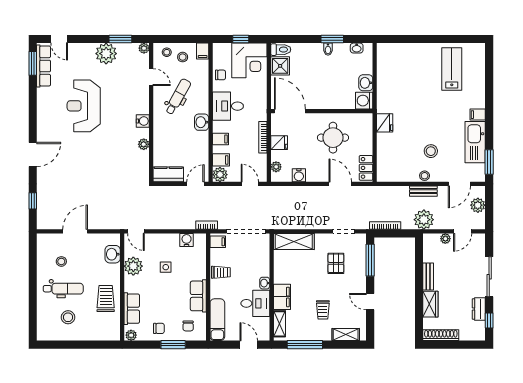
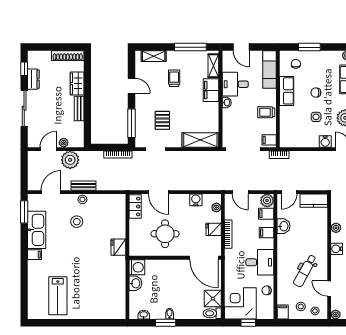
washbasin: (202, 122) -> (284, 226), moved
plant: (478, 205) -> (34, 173), removed
plant: (424, 220) -> (70, 160), moved
water cooler: (187, 240) -> (325, 141), moved
chair: (159, 328) -> (316, 93), moved

